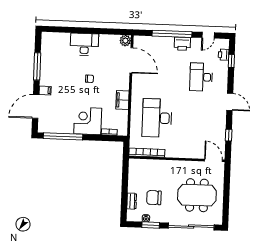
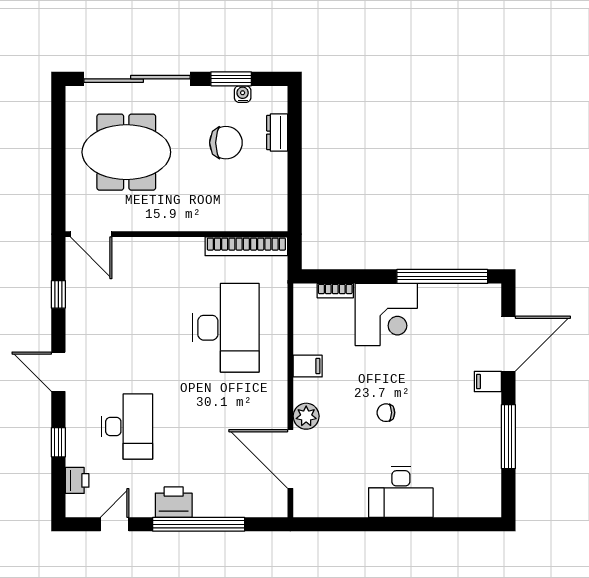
plant: (125, 41) -> (306, 416), moved
window: (231, 61) -> (58, 442), moved
filing cabinet: (122, 100) -> (308, 366), width x0.50

